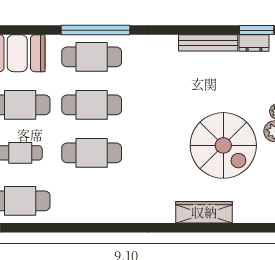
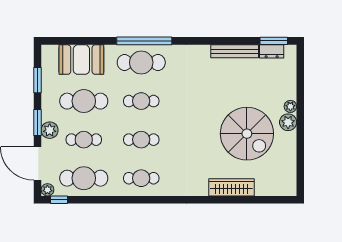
cafe table: (92, 105) -> (141, 101), width x0.73, depth x0.74
cafe table: (92, 153) -> (141, 140), width x0.73, depth x0.74
cafe table: (92, 201) -> (141, 178), added

